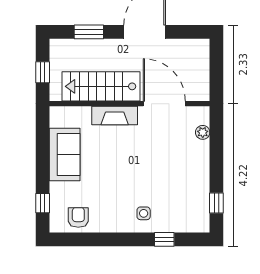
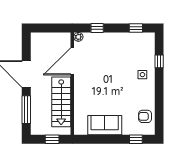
window: (89, 32) -> (26, 110), width x1.44
fireplace: (115, 115) -> (80, 93), removed
plant: (203, 132) -> (78, 37), moved
window: (216, 143) -> (97, 28), added

